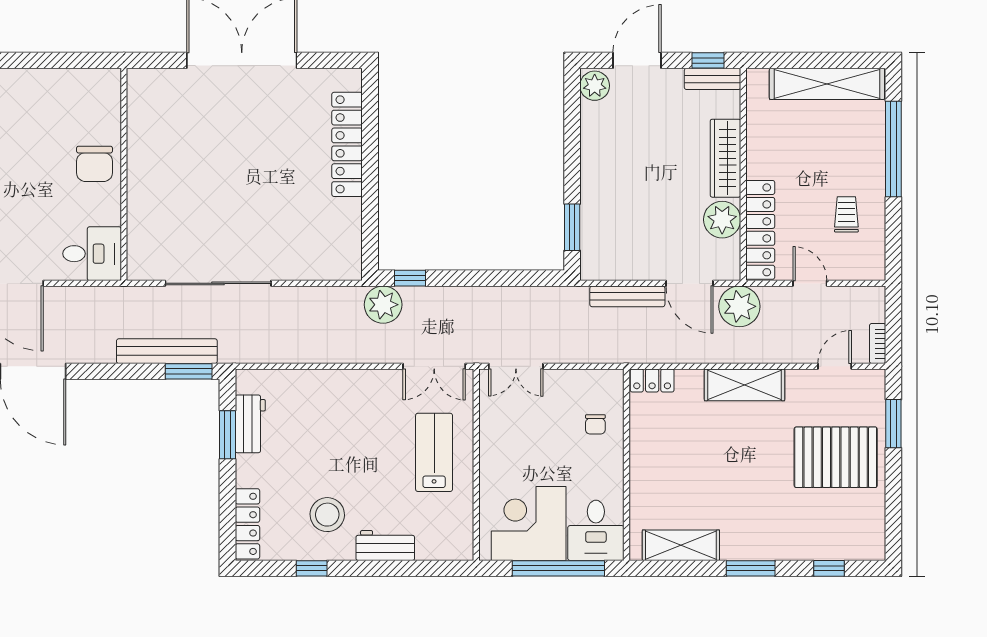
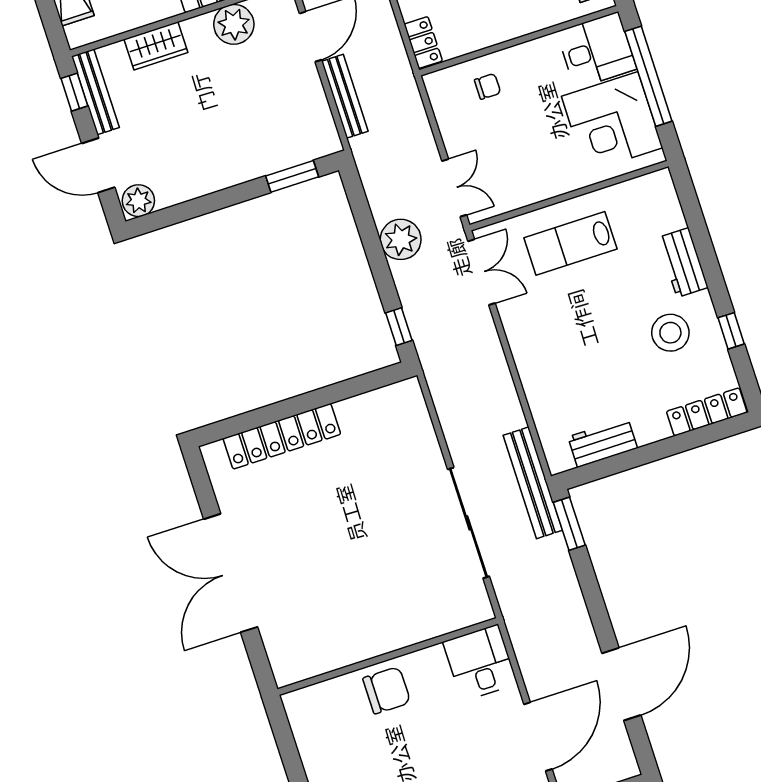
bench: (713, 79) -> (95, 92), width x1.36
wardrobe: (725, 158) -> (156, 46), width x0.67
plant: (383, 305) -> (401, 239), moved
bench: (167, 351) -> (533, 483), moved
window: (227, 435) -> (621, 462), removed

